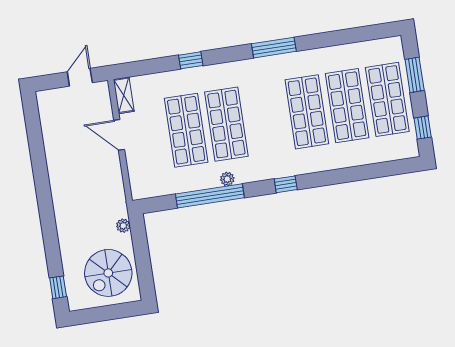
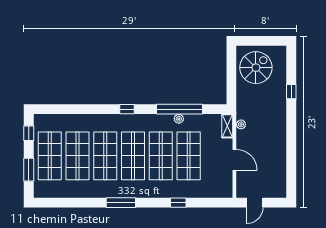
shelving: (124, 95) -> (227, 126), moved
shop shelf: (267, 118) -> (133, 156), added
plant: (227, 179) -> (179, 119), moved
plant: (123, 226) -> (241, 124), moved
window: (58, 287) -> (291, 92), moved

